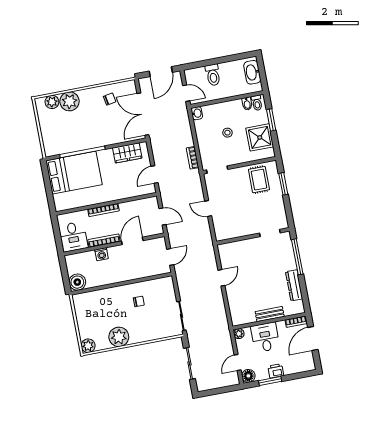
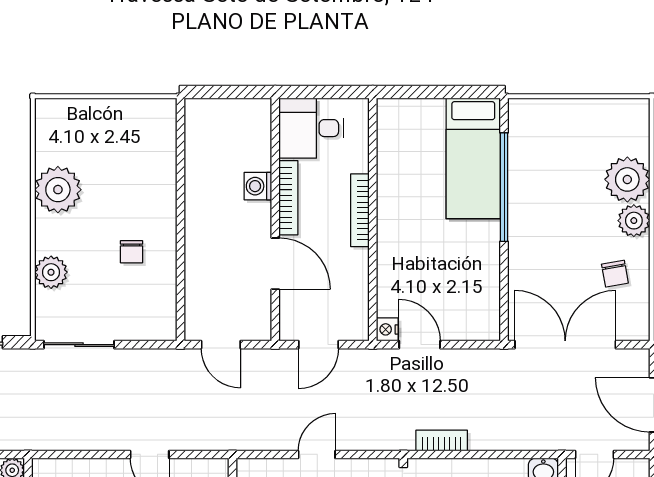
plant: (52, 102) -> (634, 221), moved
wardrobe: (127, 153) -> (482, 291), removed
bed: (74, 173) -> (473, 158), width x0.67
nightstand: (151, 189) -> (387, 329), added
boiler: (77, 282) -> (204, 117), removed
plant: (88, 346) -> (51, 272), moved

